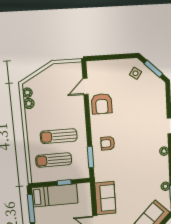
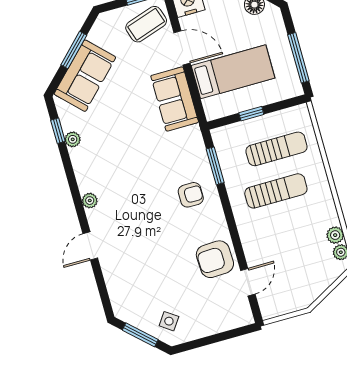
armchair: (102, 104) -> (215, 259), turned -92
bed: (55, 195) -> (233, 72), moved, turned 180

